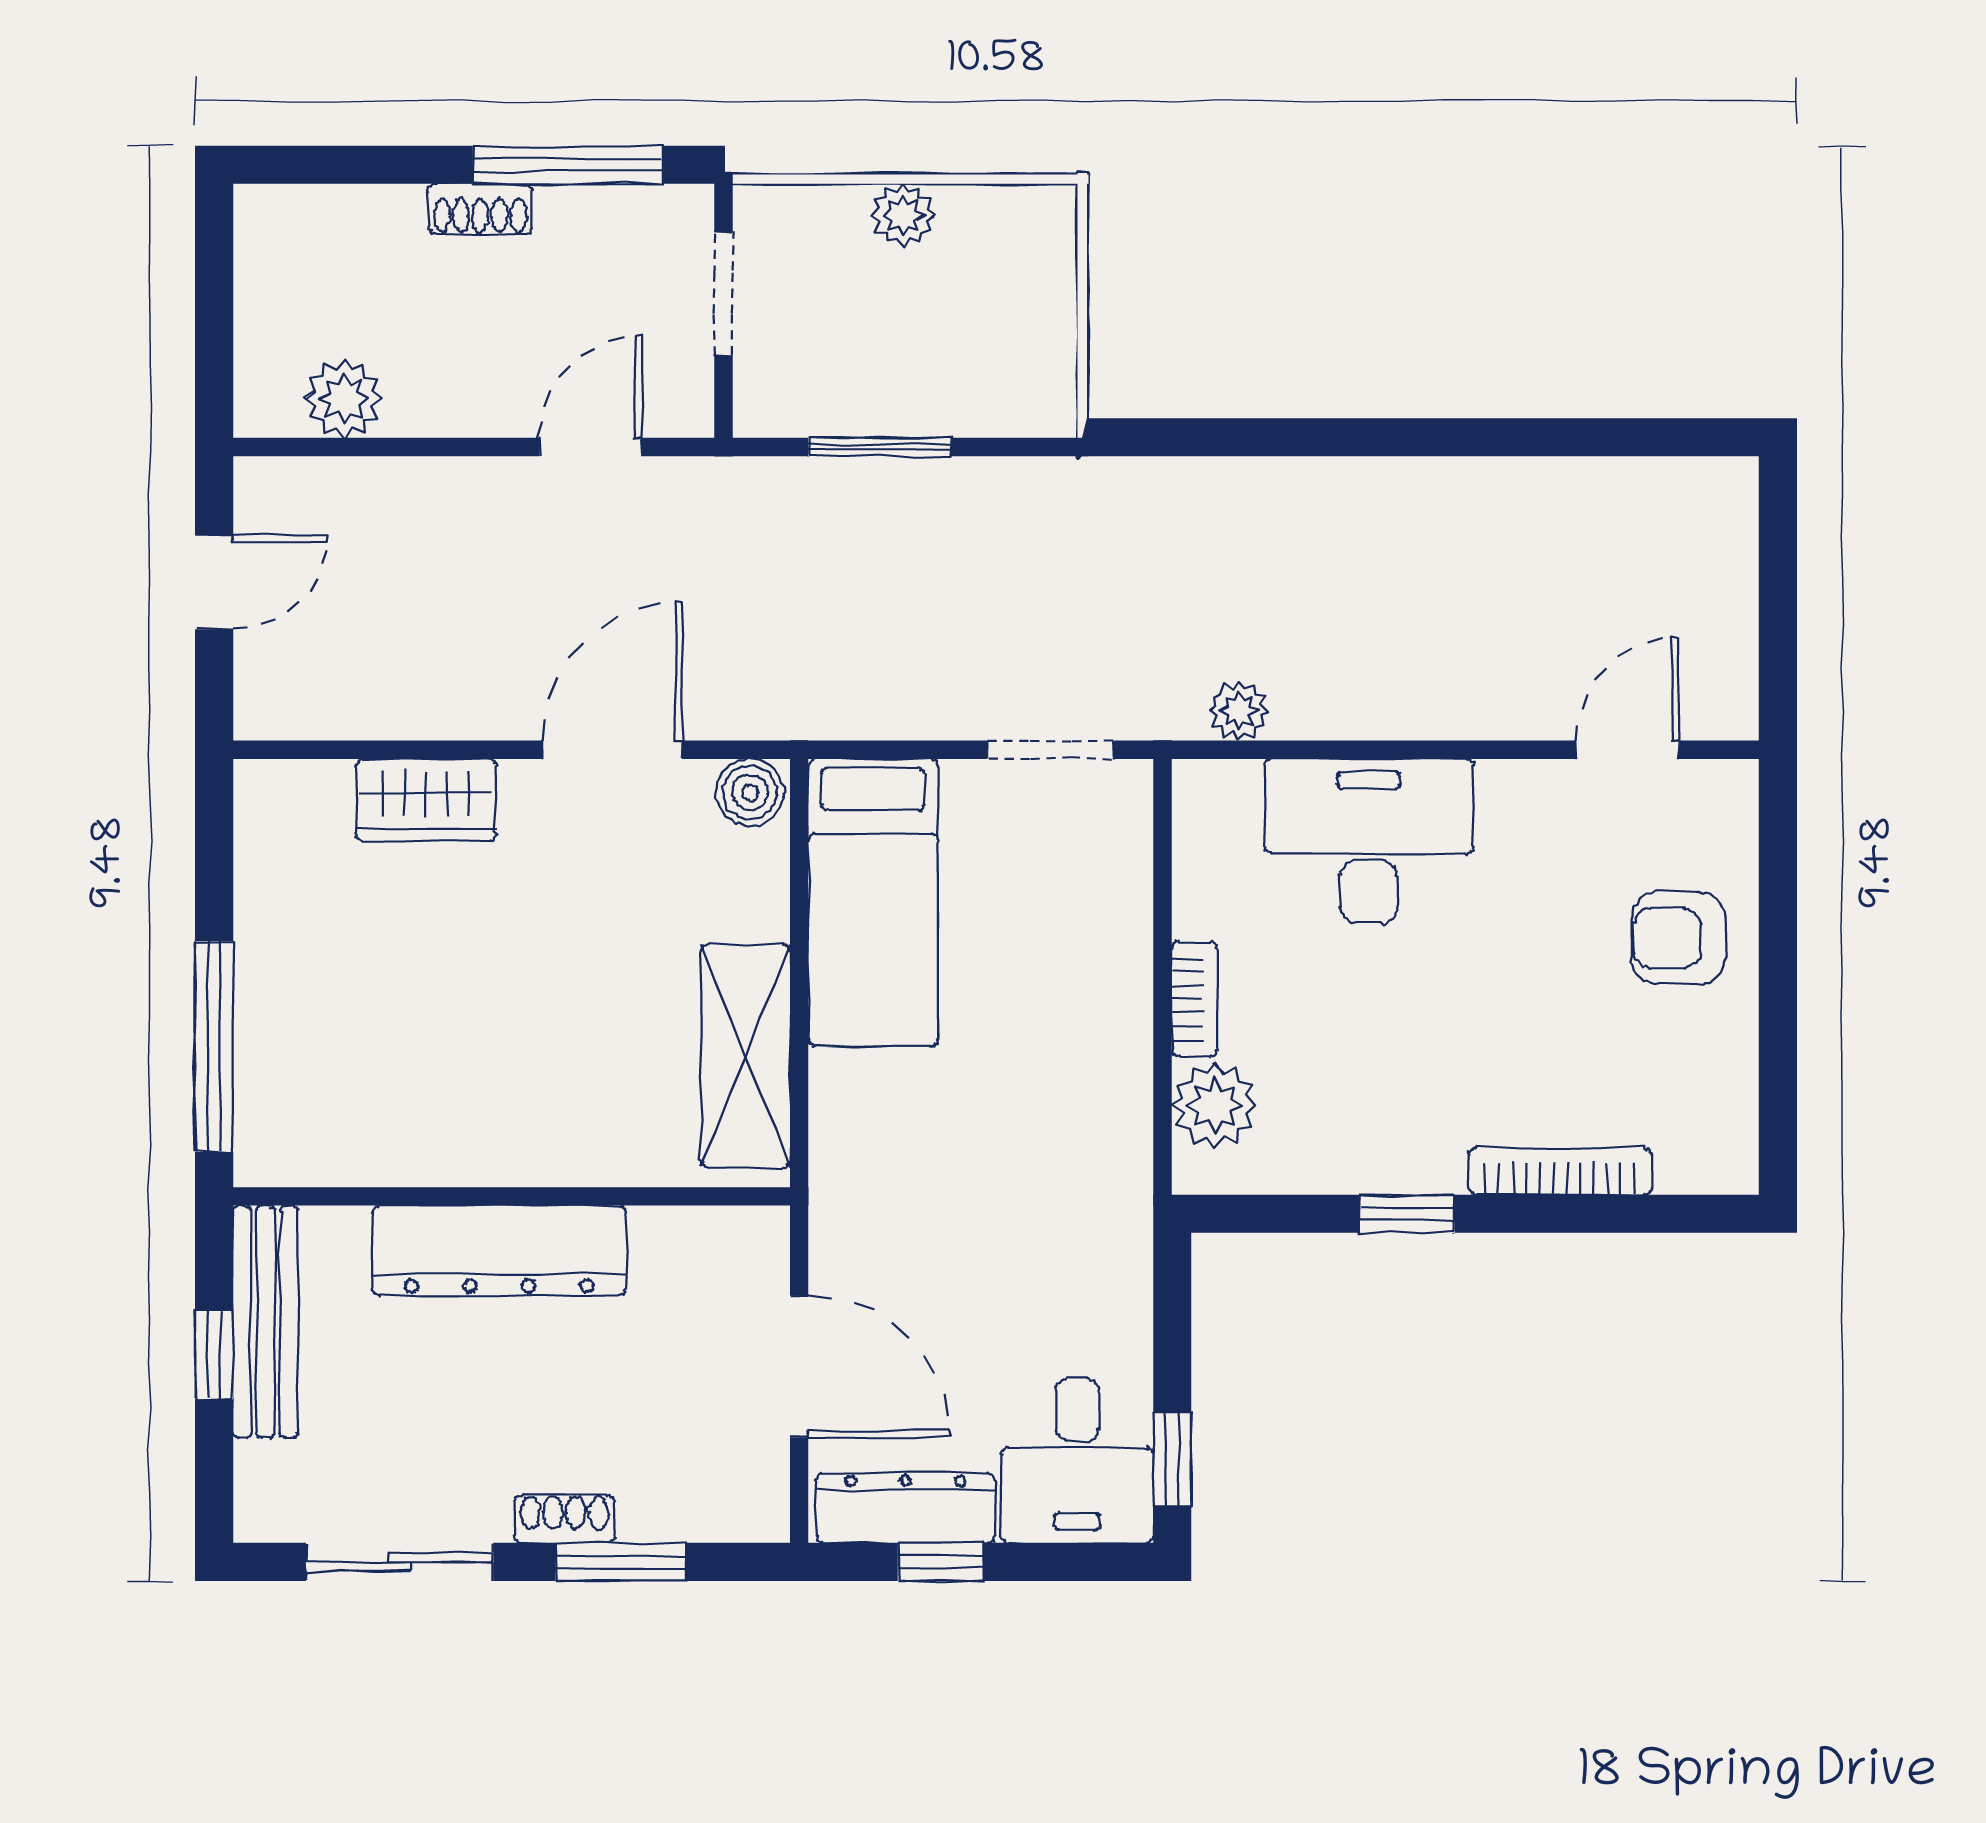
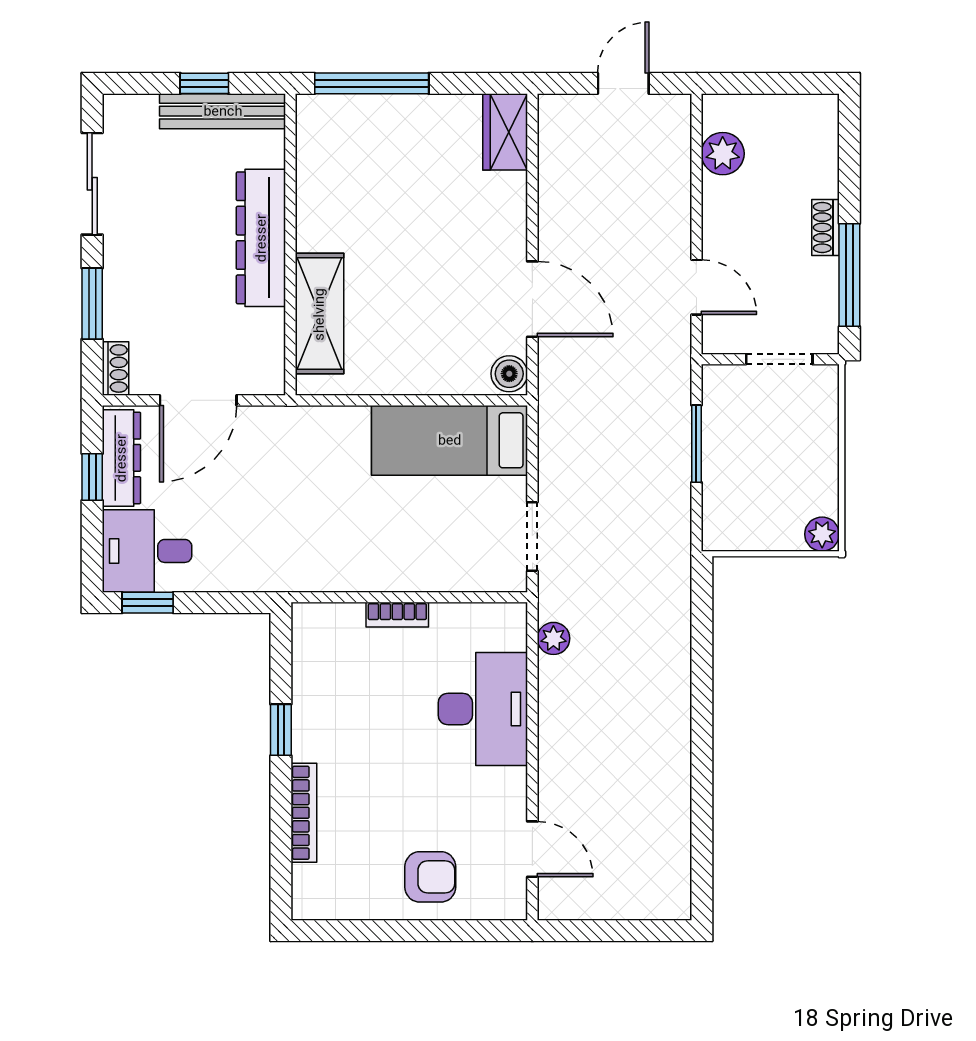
plant: (903, 215) -> (822, 534), moved
door: (214, 582) -> (623, 83), swing flipped
wardrobe: (426, 800) -> (505, 132), moved
armchair: (1679, 938) -> (430, 877), turned 90
shelving: (745, 1056) -> (319, 314), moved, turned 90
plant: (1214, 1105) -> (340, 625), removed
shoe rack: (564, 1519) -> (116, 369), moved

